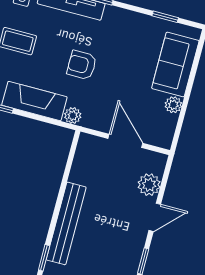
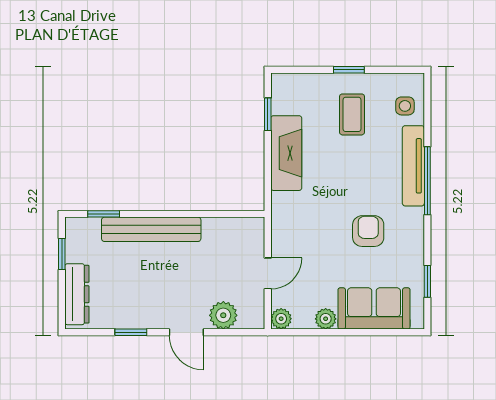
armchair: (82, 65) -> (368, 231), moved
plant: (73, 116) -> (281, 319), moved
door: (125, 141) -> (268, 273), width x0.73

